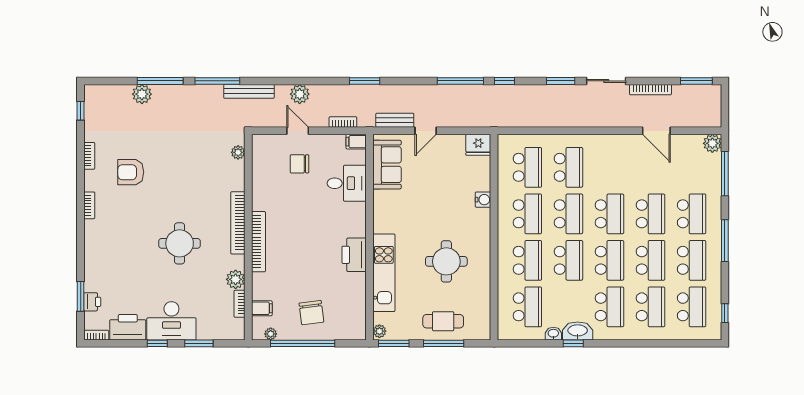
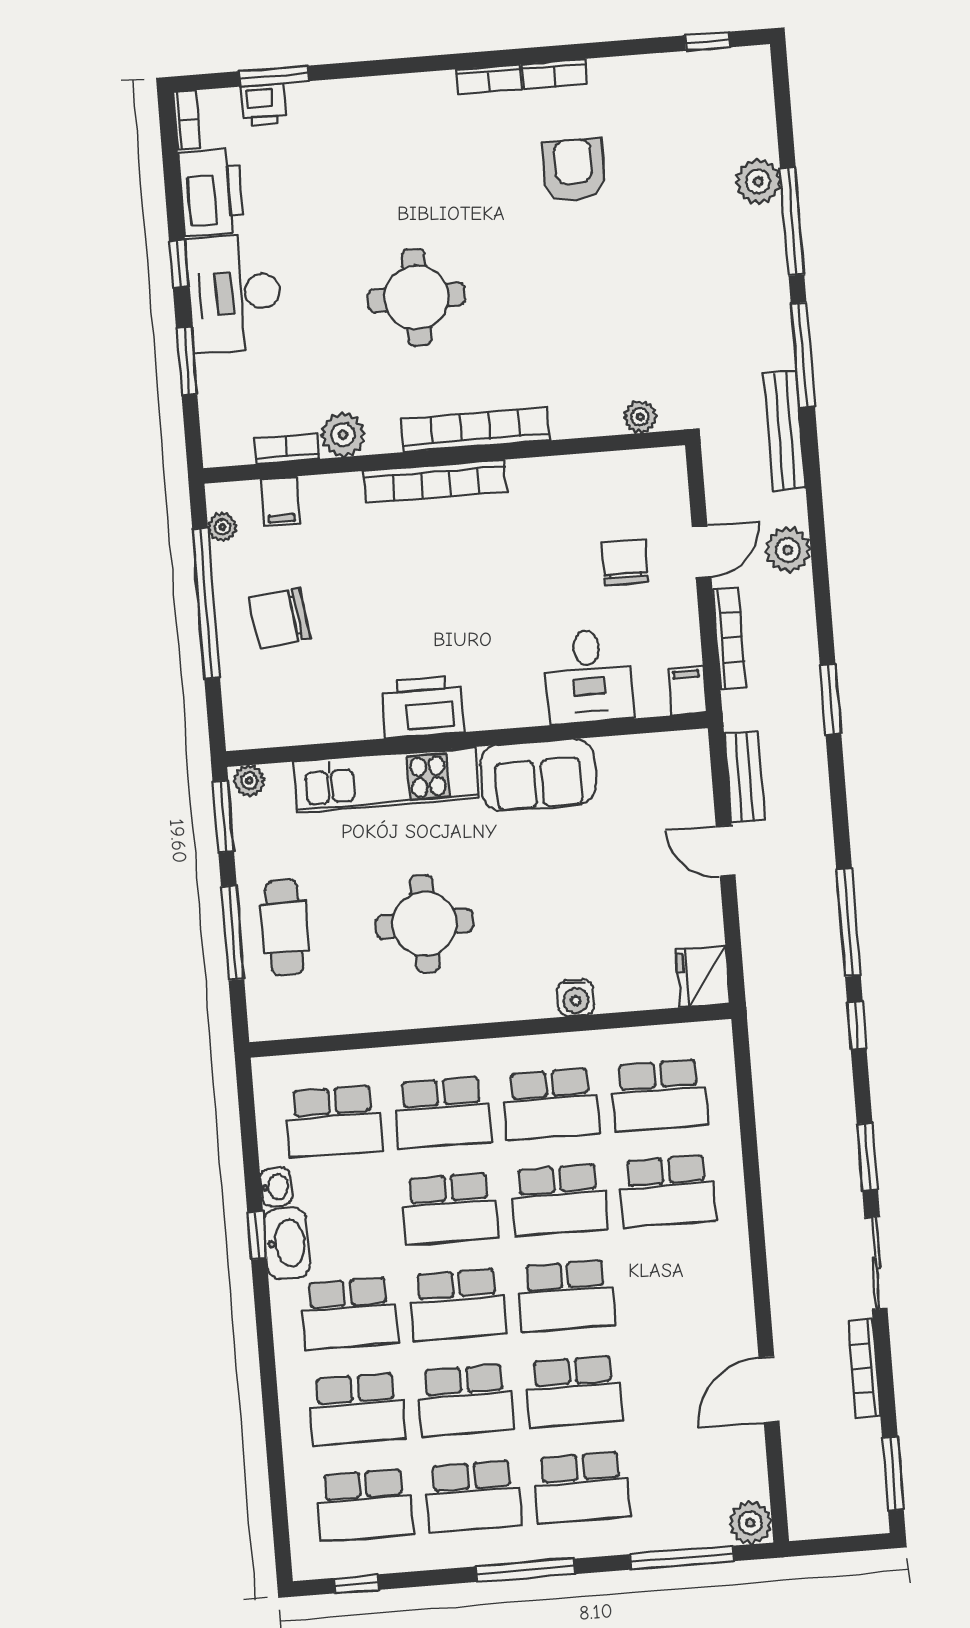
bookcase: (343, 122) -> (729, 638), width x1.56
bookcase: (89, 156) -> (555, 74), moved
sofa: (387, 165) -> (538, 775), moved

